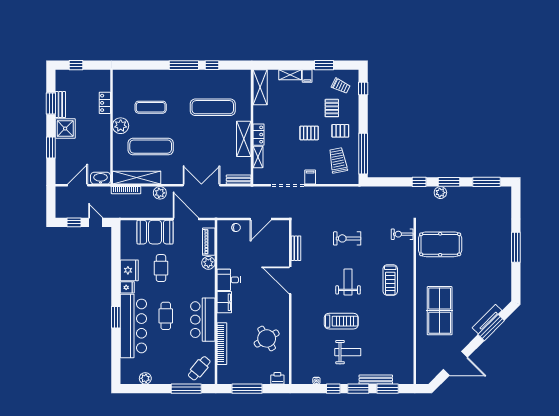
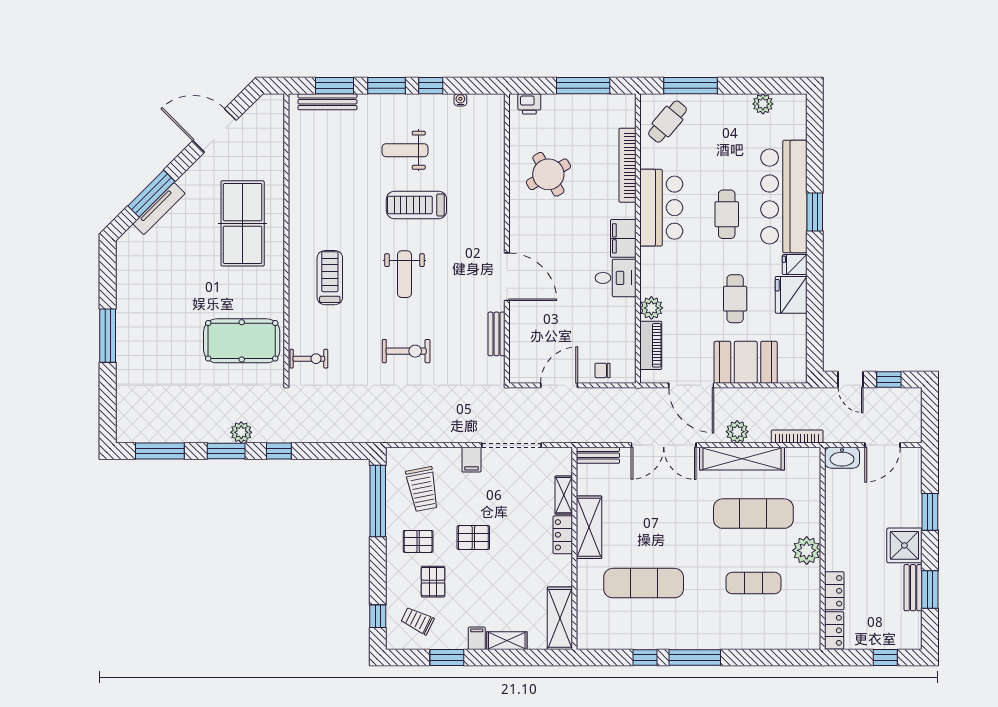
locker: (105, 80) -> (834, 630), added
shelving: (137, 178) -> (742, 459), moved
bench: (376, 380) -> (327, 102), moved

